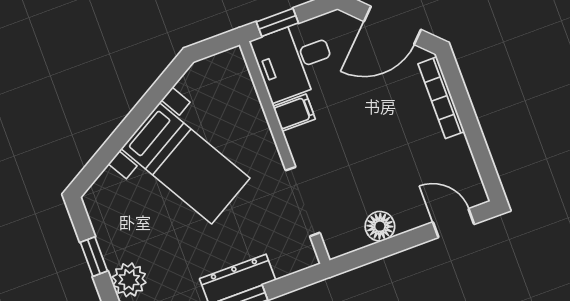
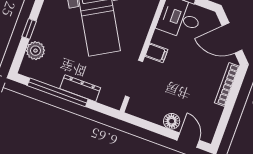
filing cabinet: (294, 113) -> (156, 53), moved
floor lamp: (380, 226) -> (172, 121), moved

